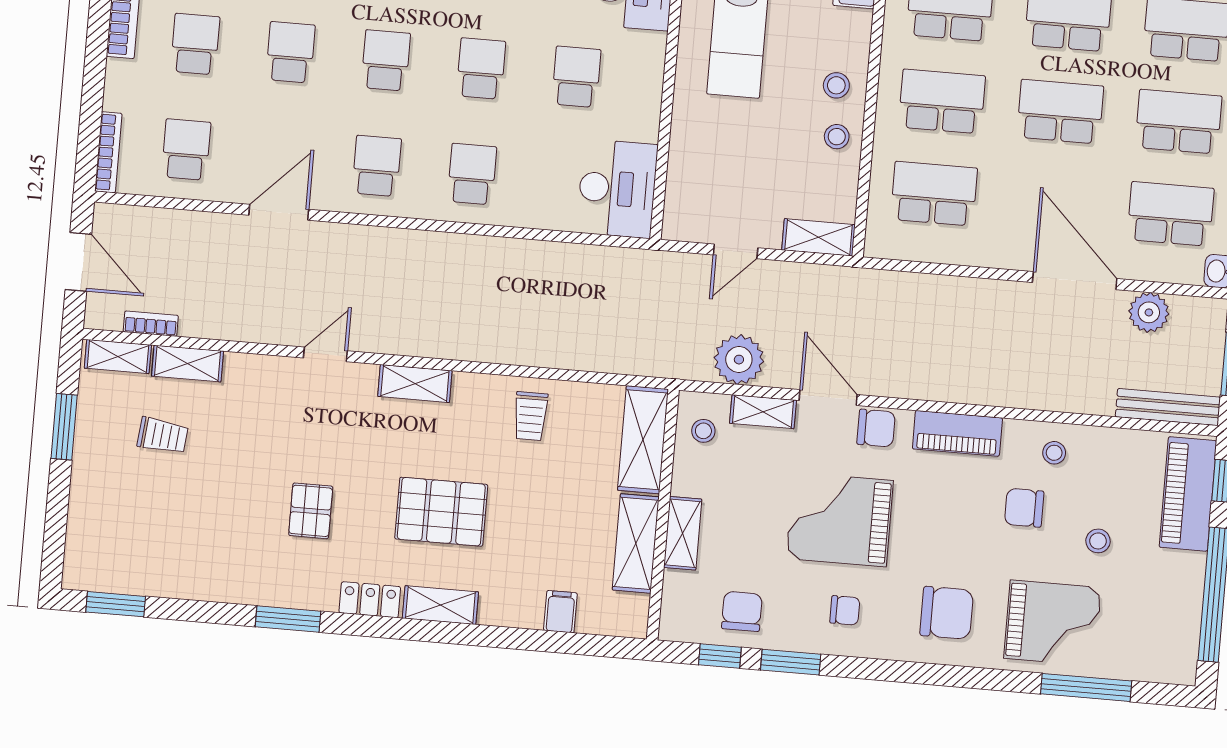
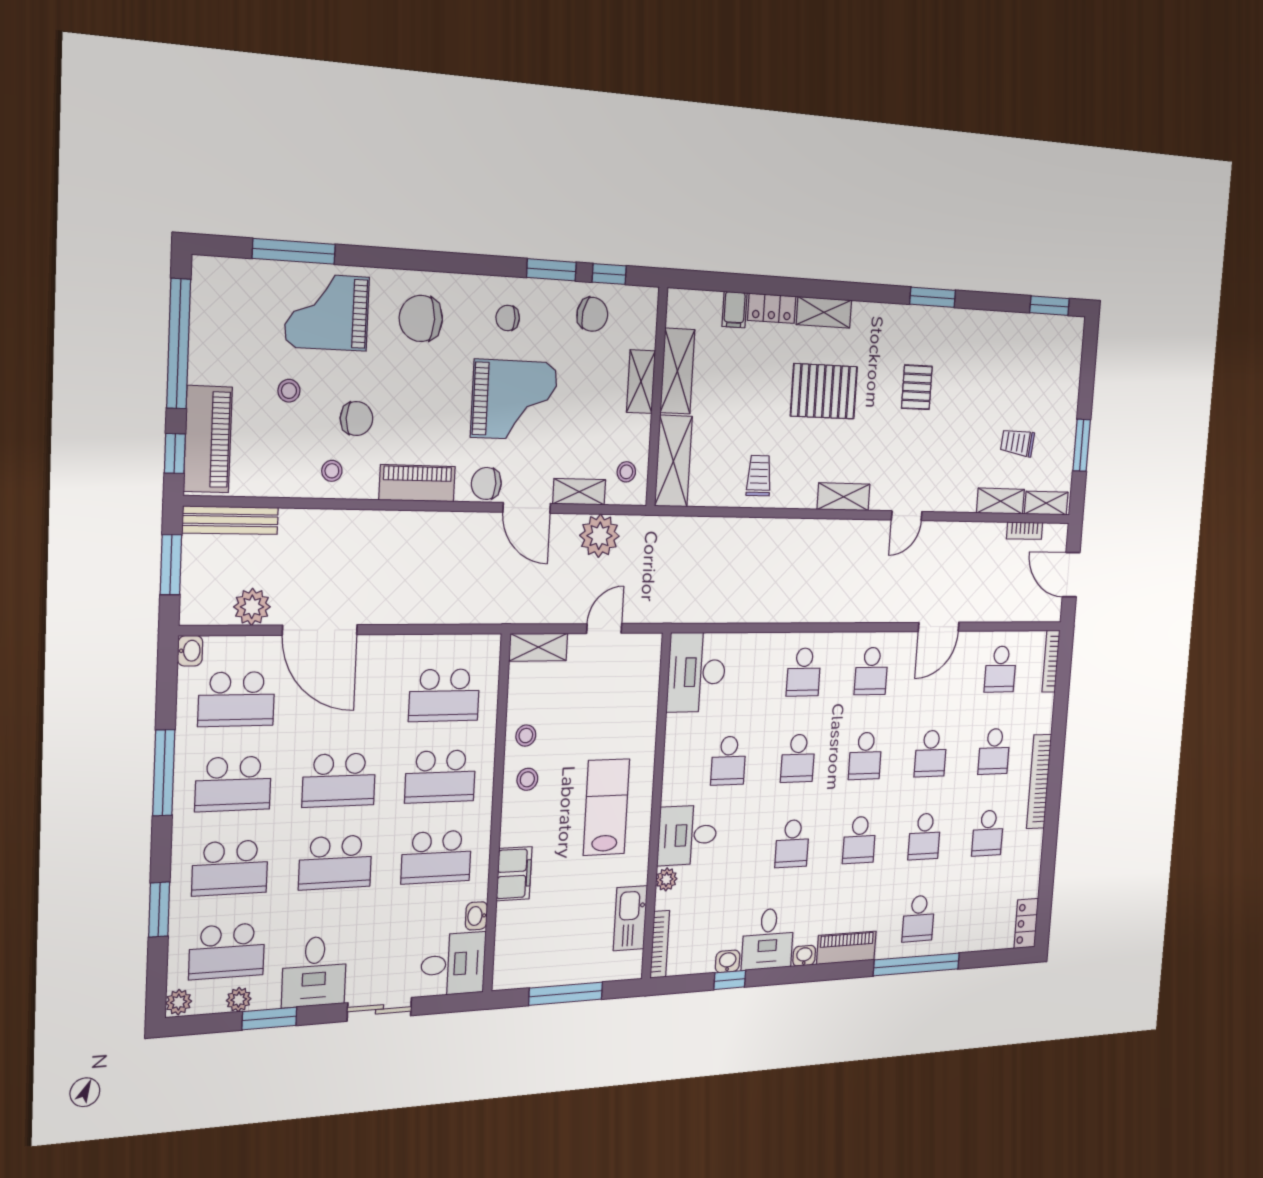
locker: (370, 600) -> (772, 308), moved
chair: (742, 611) -> (592, 314), turned -79

